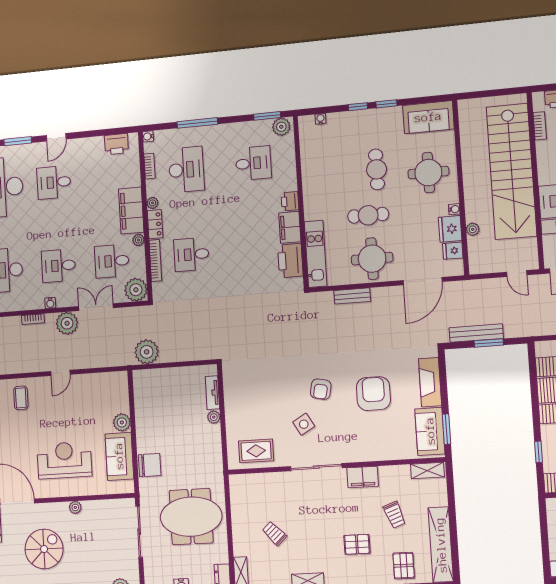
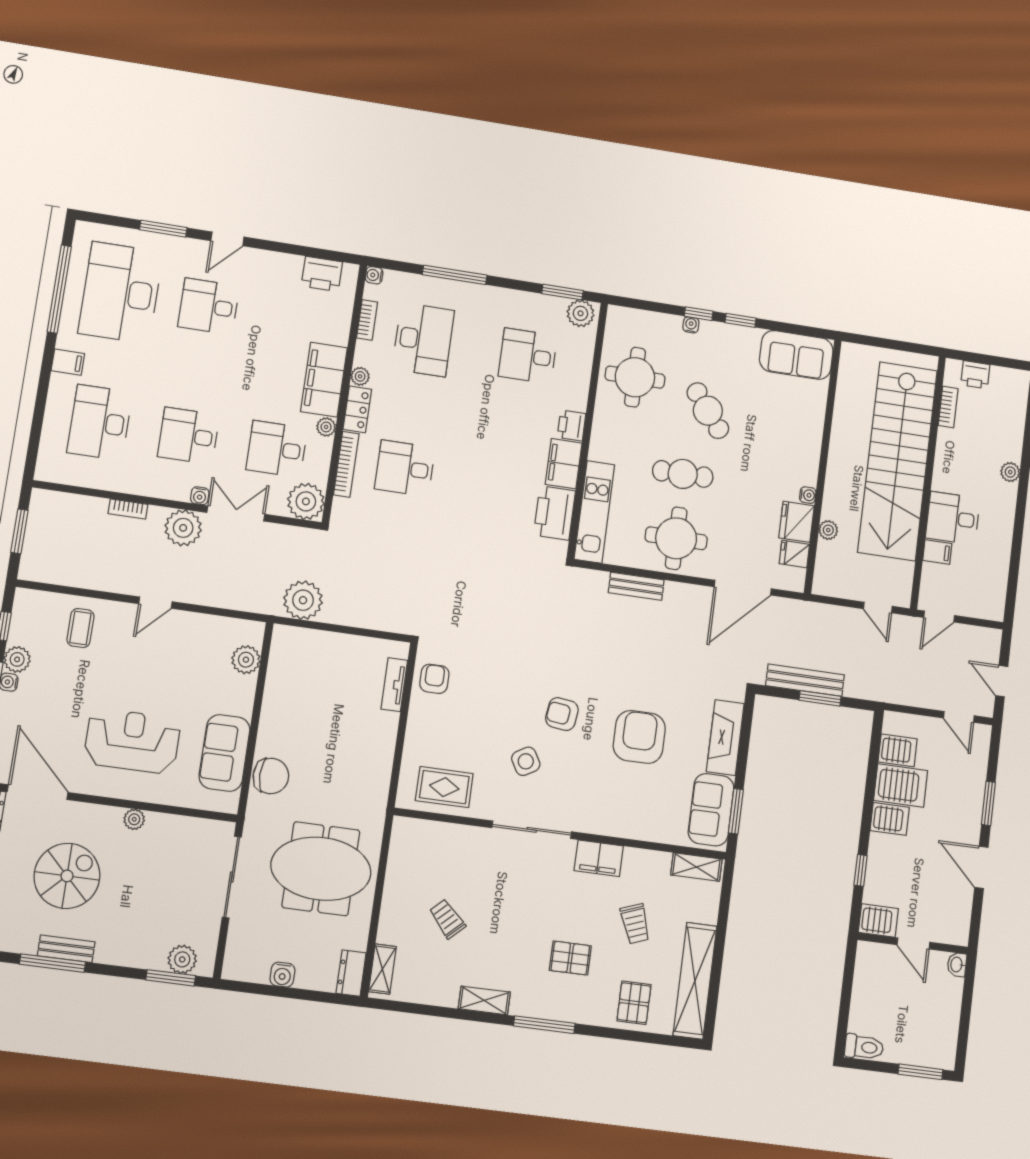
water cooler: (320, 119) -> (691, 325), moved
desk: (253, 163) -> (528, 356), turned 180
cafe table: (376, 169) -> (708, 411), turned -38
round table: (428, 173) -> (635, 377), moved
water cooler: (50, 303) -> (200, 496), moved
armchair: (236, 384) -> (434, 679), added
armchair: (321, 389) -> (562, 714), turned 85
plant: (214, 417) -> (389, 722), removed
plant: (122, 422) -> (246, 660), moved

